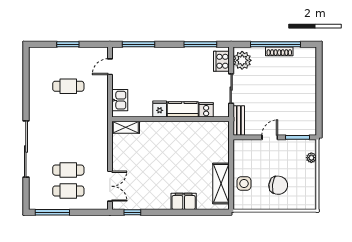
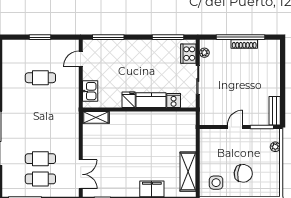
plant: (242, 60) -> (204, 53), width x0.53, depth x0.53
bench: (239, 120) -> (275, 111), moved
side table: (244, 184) -> (216, 183), moved

